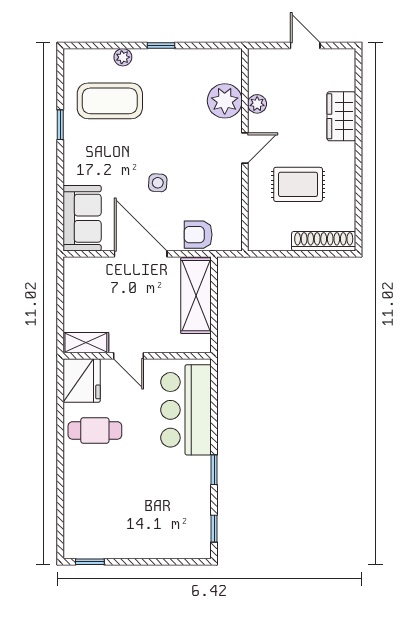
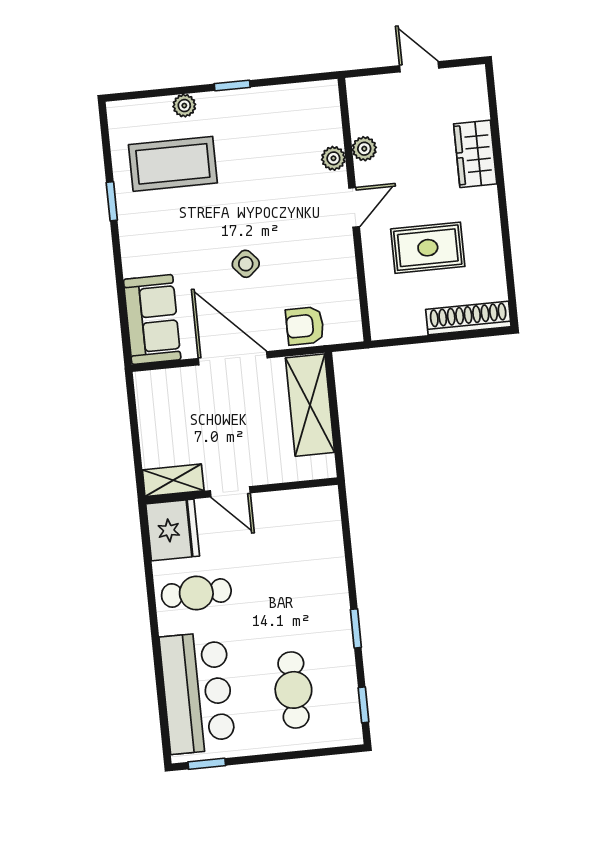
plant: (225, 101) -> (333, 158), width x0.53, depth x0.53
side table: (158, 183) -> (246, 264), turned 45
bar counter: (186, 410) -> (197, 693), moved, turned 180
cafe table: (162, 512) -> (293, 690), added

